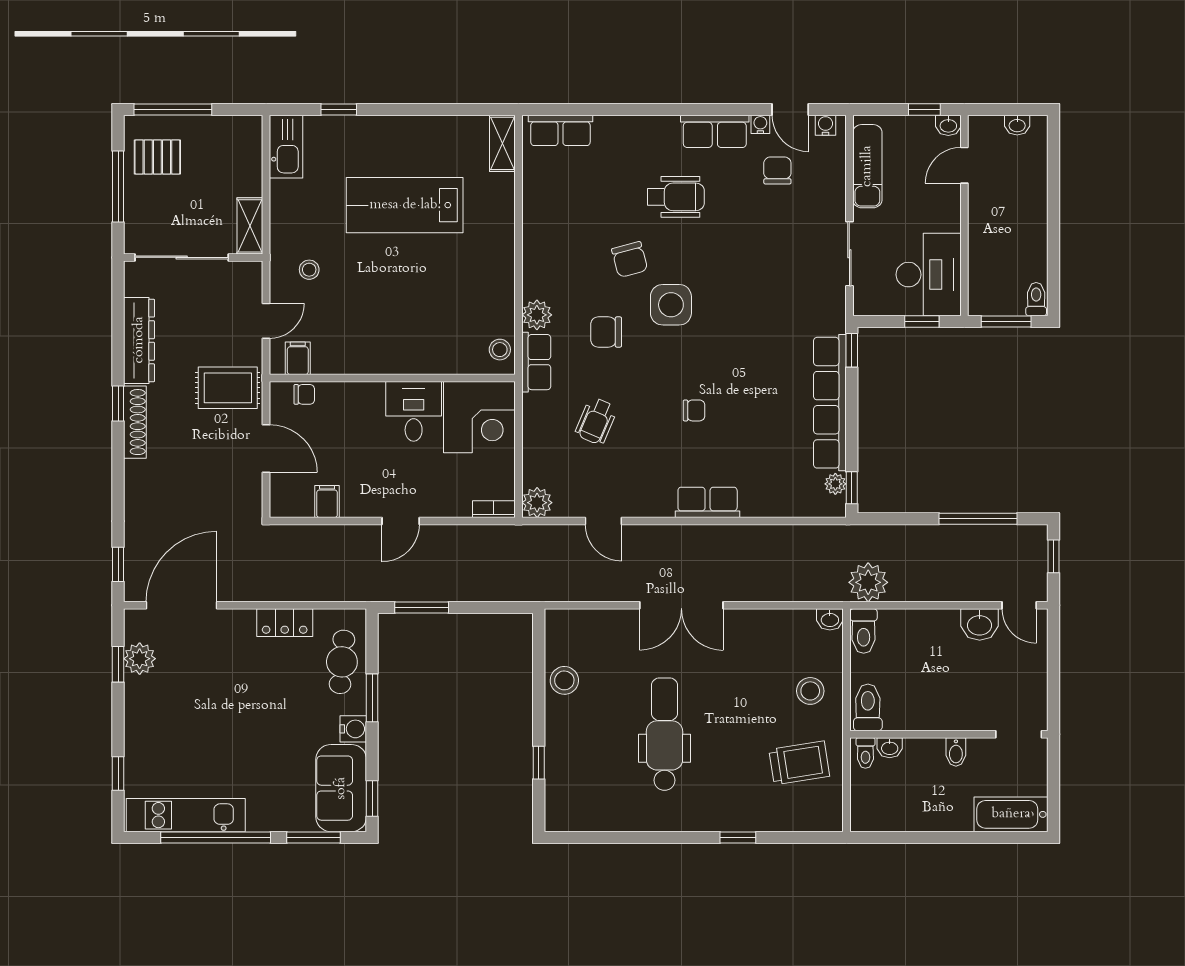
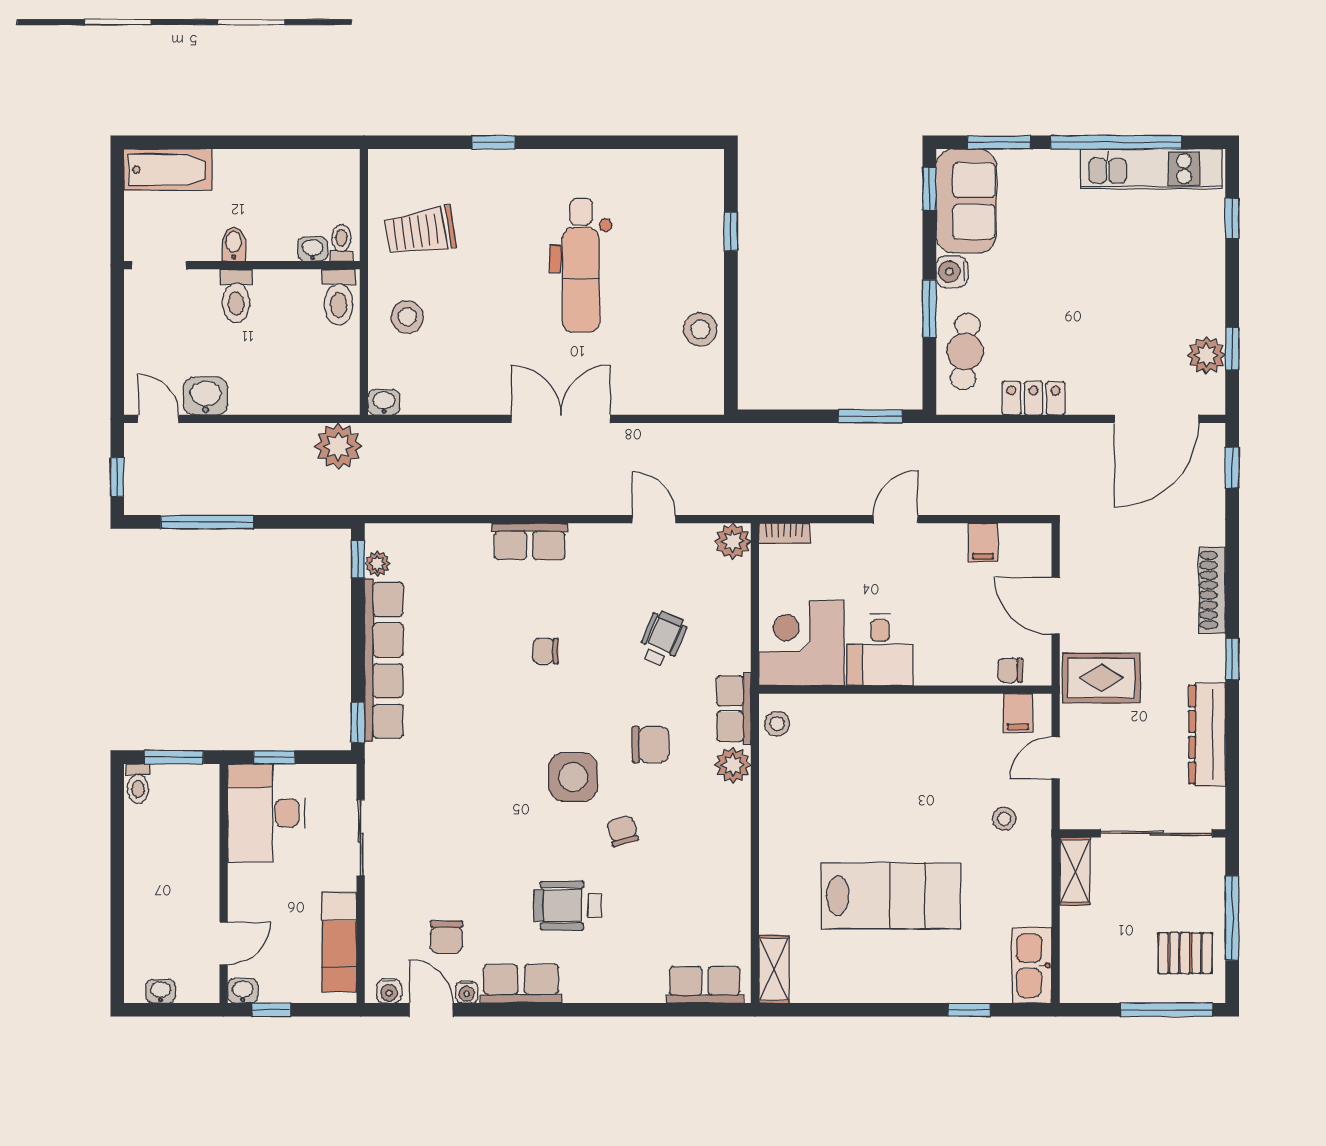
chair: (630, 259) -> (622, 831), width x0.73, depth x0.73
shoe rack: (135, 422) -> (1212, 590), moved
toilet: (864, 631) -> (236, 296), moved, turned 180

